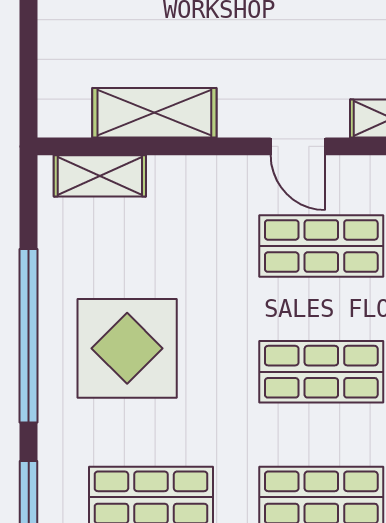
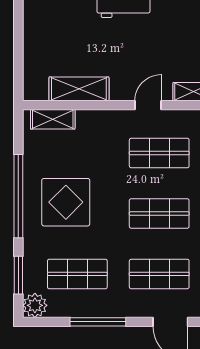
door: (298, 146) -> (148, 105), swing flipped

